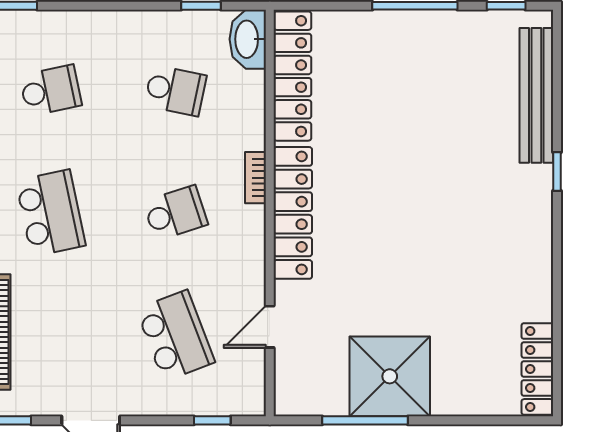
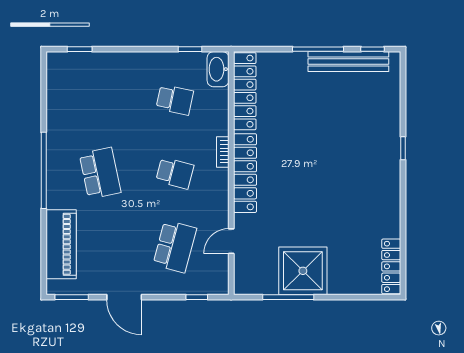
school desk: (51, 90) -> (100, 100), removed
bench: (536, 95) -> (348, 62), moved, turned 90
school desk: (175, 213) -> (175, 173), turned 33
school desk: (175, 336) -> (175, 246), turned 36

